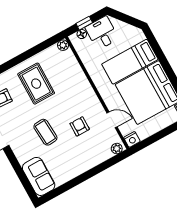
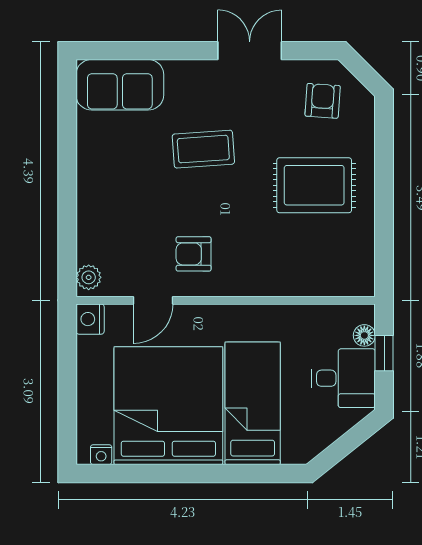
plant: (63, 45) -> (363, 284), removed
armchair: (80, 126) -> (194, 254), moved, turned 180

